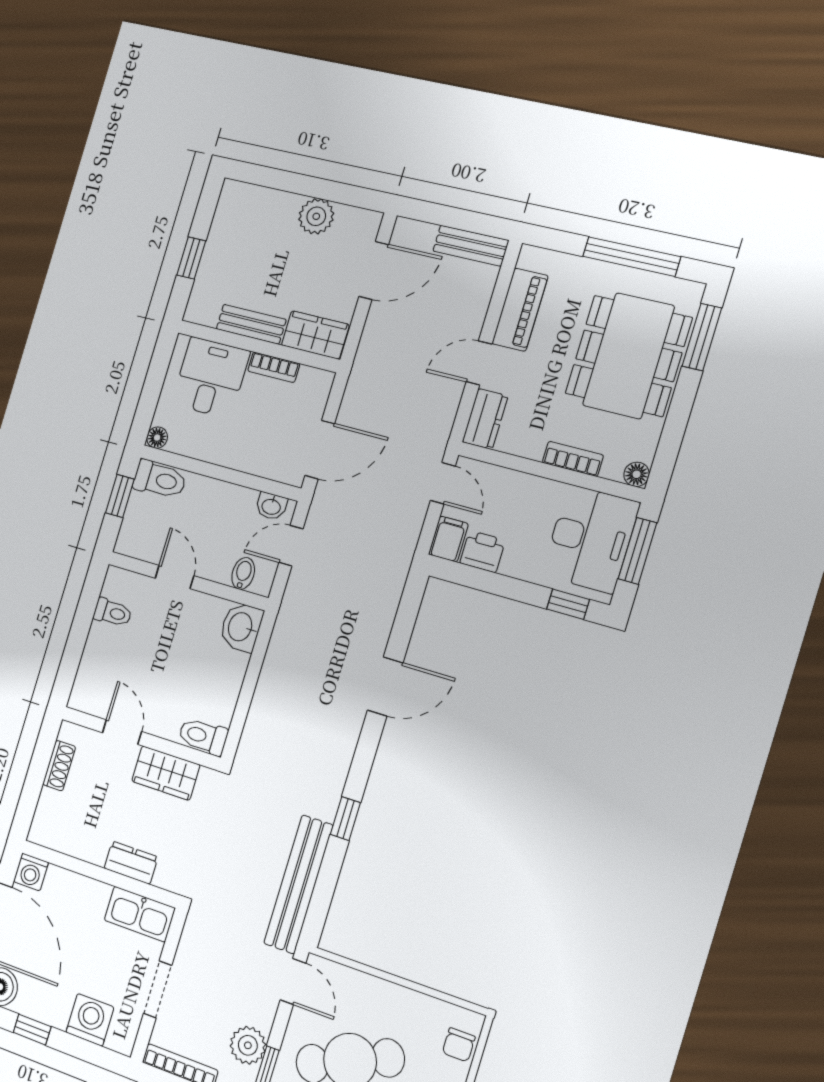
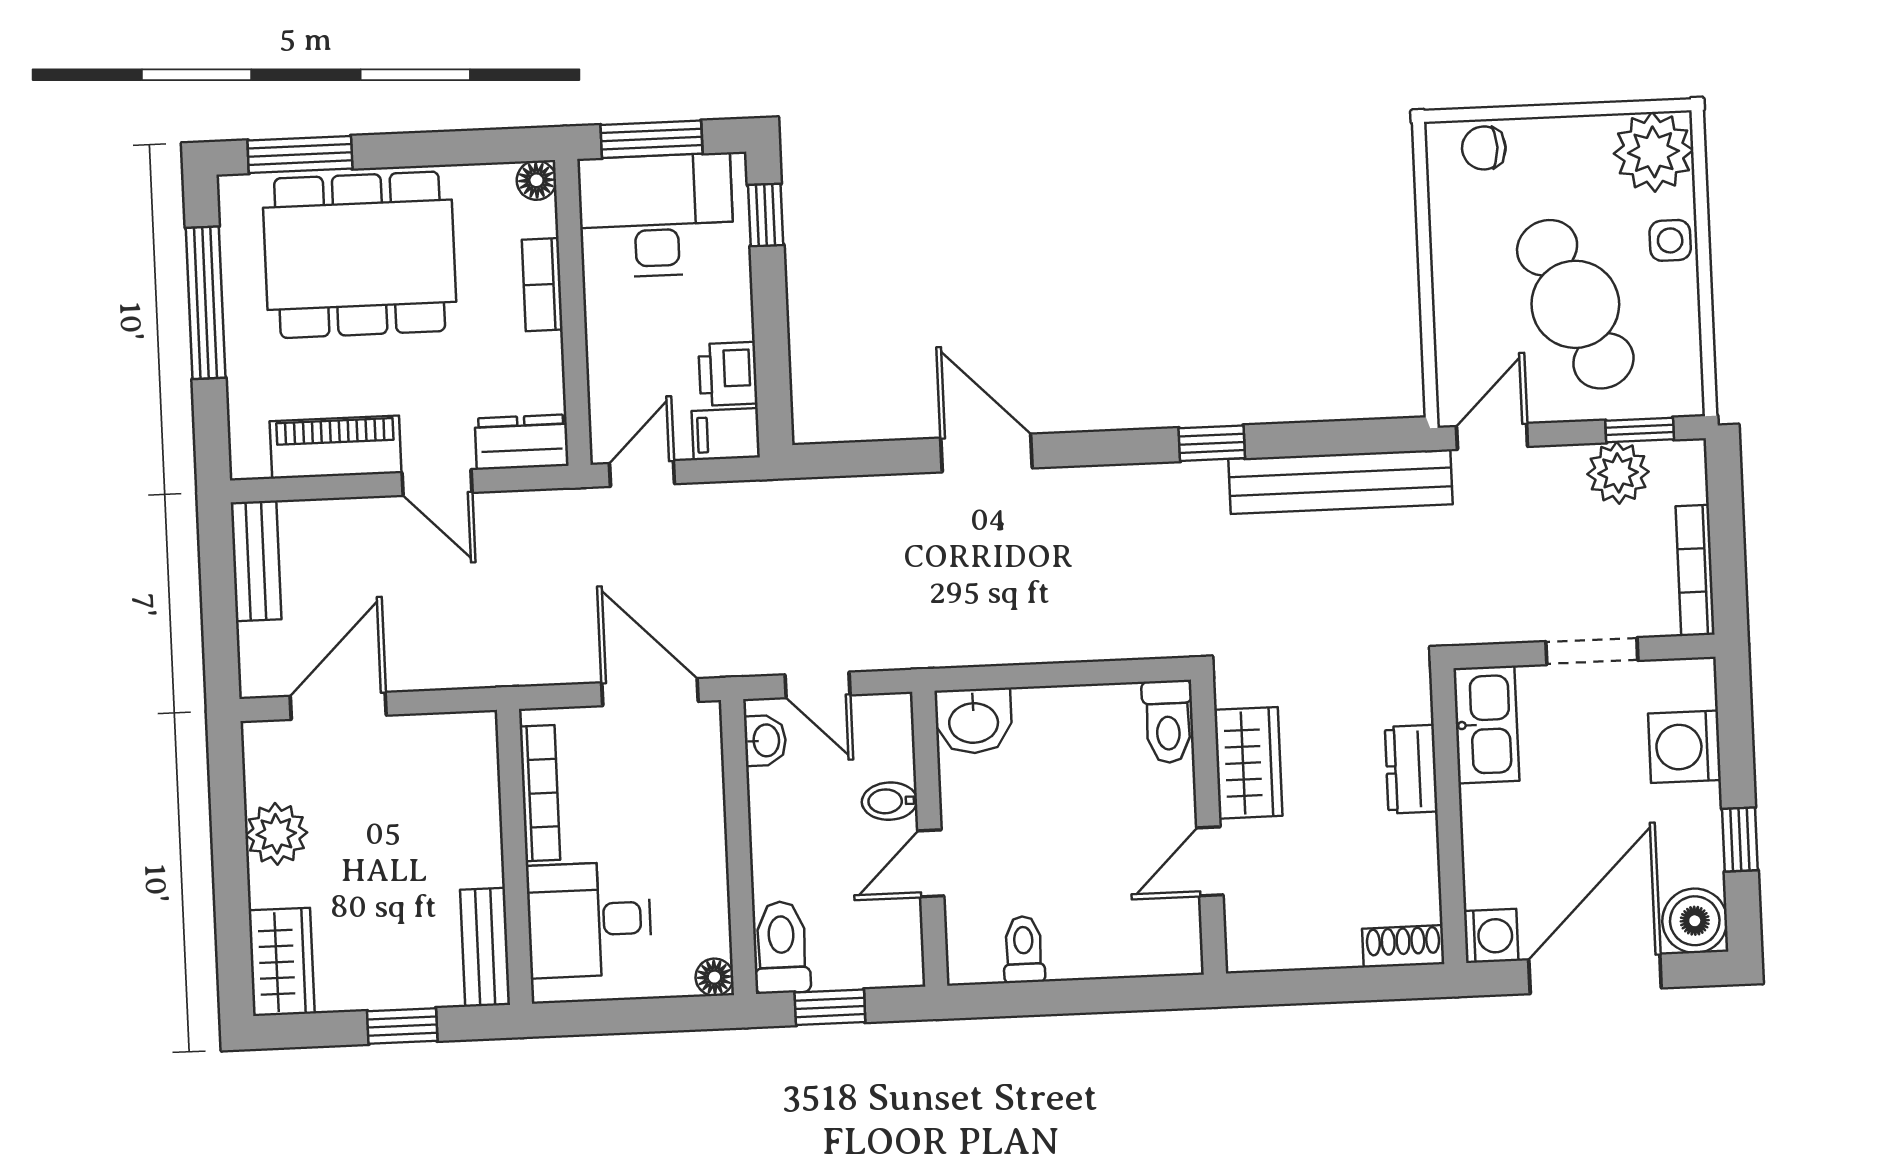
door: (374, 271) -> (338, 706), hinge flipped
bench: (251, 324) -> (485, 947), moved
wardrobe: (315, 335) -> (282, 962), moved, turned 180
bookcase: (274, 367) -> (540, 793), width x1.56
bidet: (243, 573) -> (890, 801), moved
shoe rack: (59, 766) -> (1403, 946), moved
chair: (459, 1045) -> (1484, 148), turned 180

